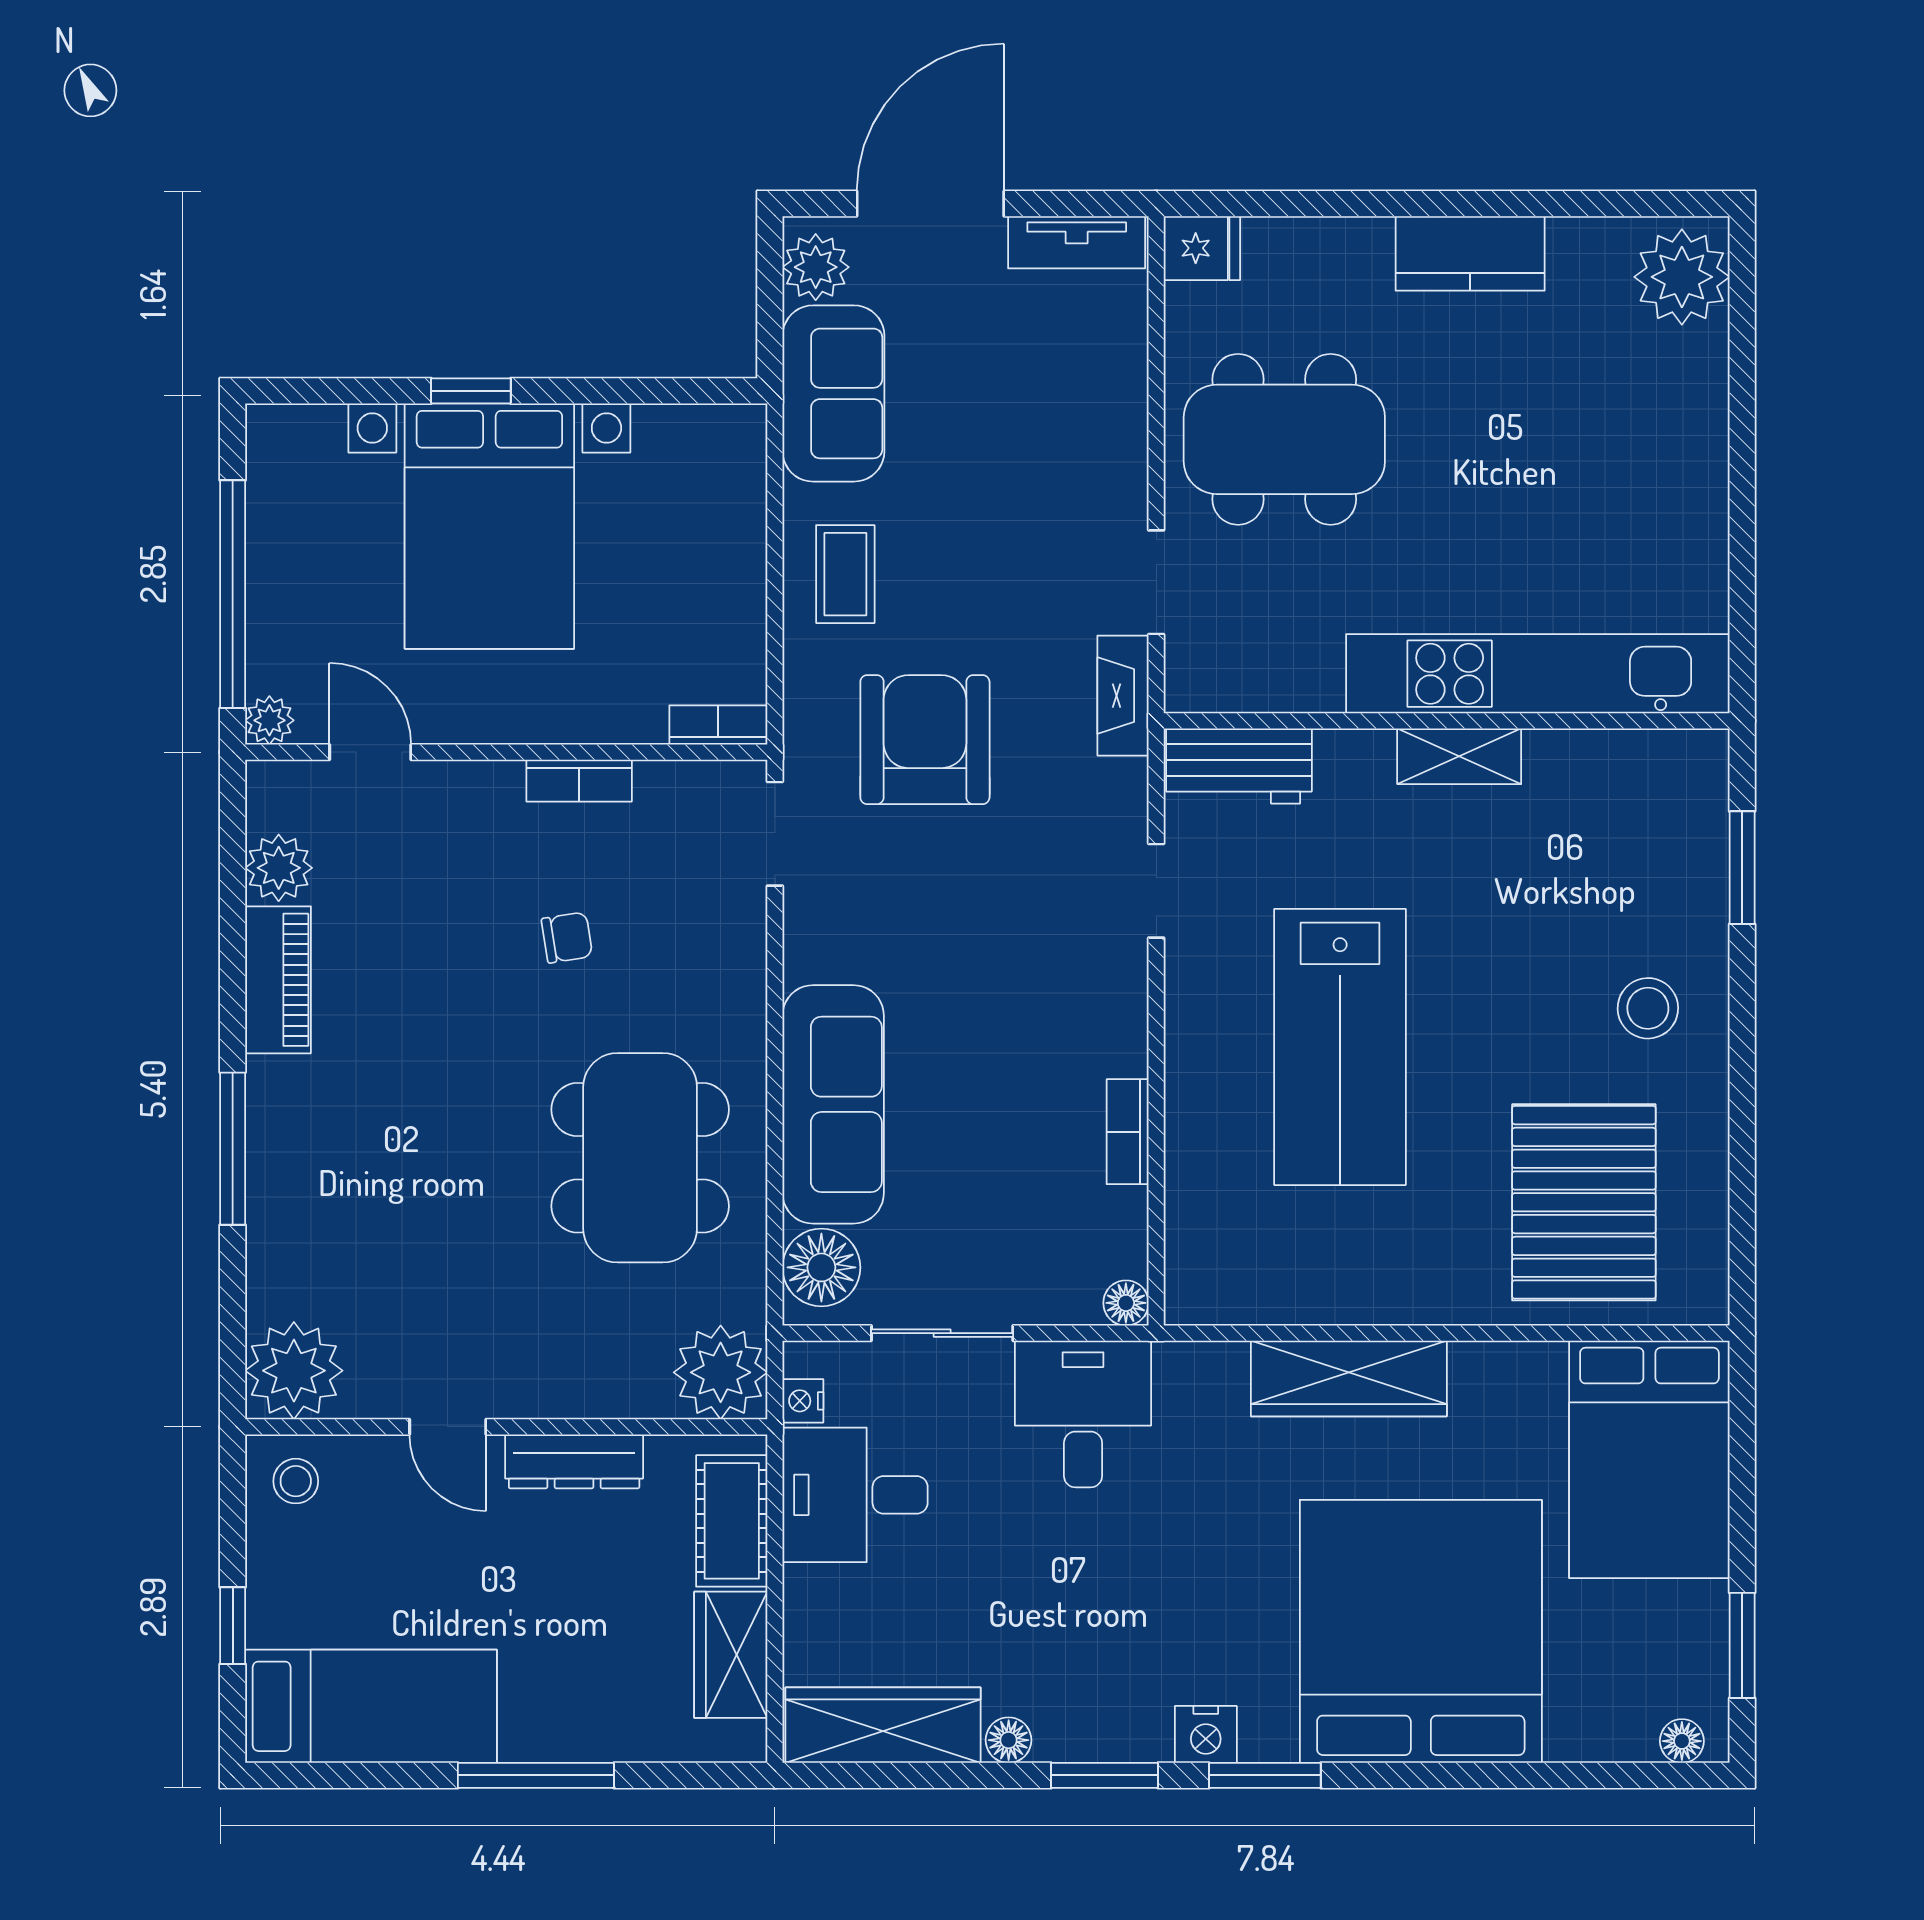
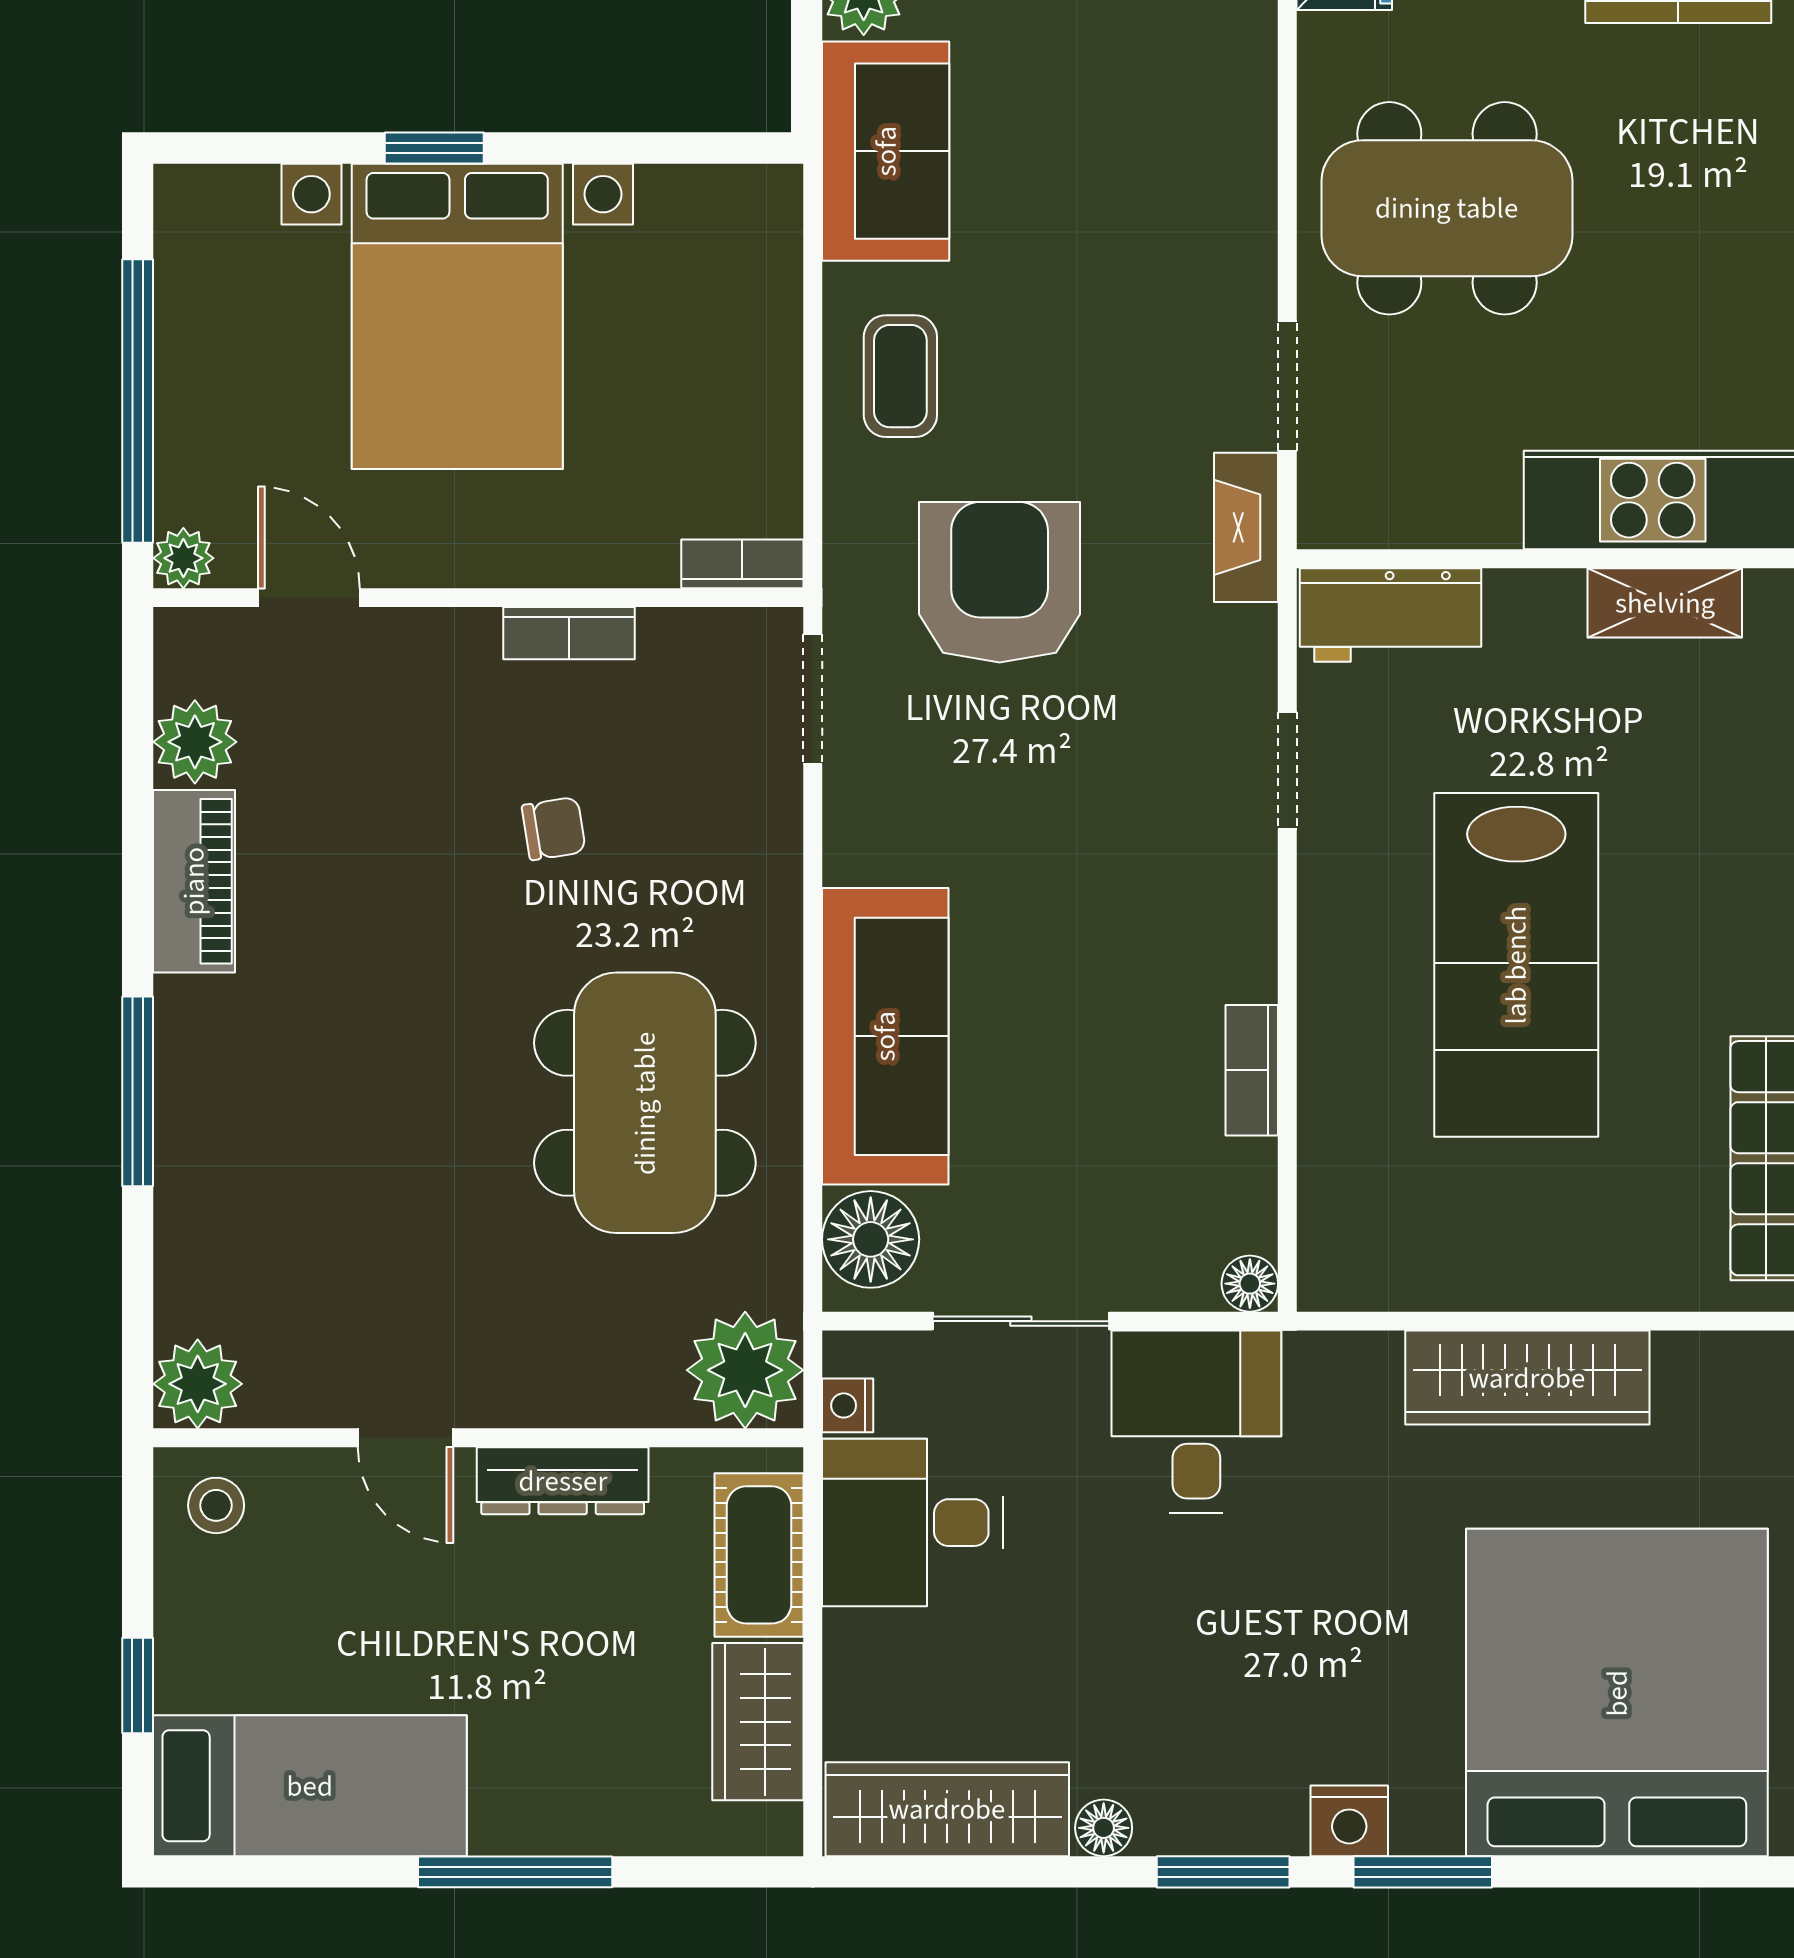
plant: (294, 1371) -> (198, 1384), width x0.73, depth x0.73

